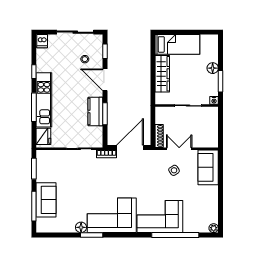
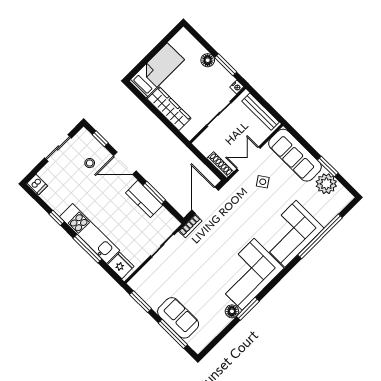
sliding door: (75, 32) -> (58, 148), width x0.73
bench: (213, 128) -> (261, 112), added
sofa: (208, 167) -> (295, 155), width x1.36
window: (221, 199) -> (328, 166), added
plant: (214, 228) -> (326, 184), moved, width x1.88, depth x1.88

